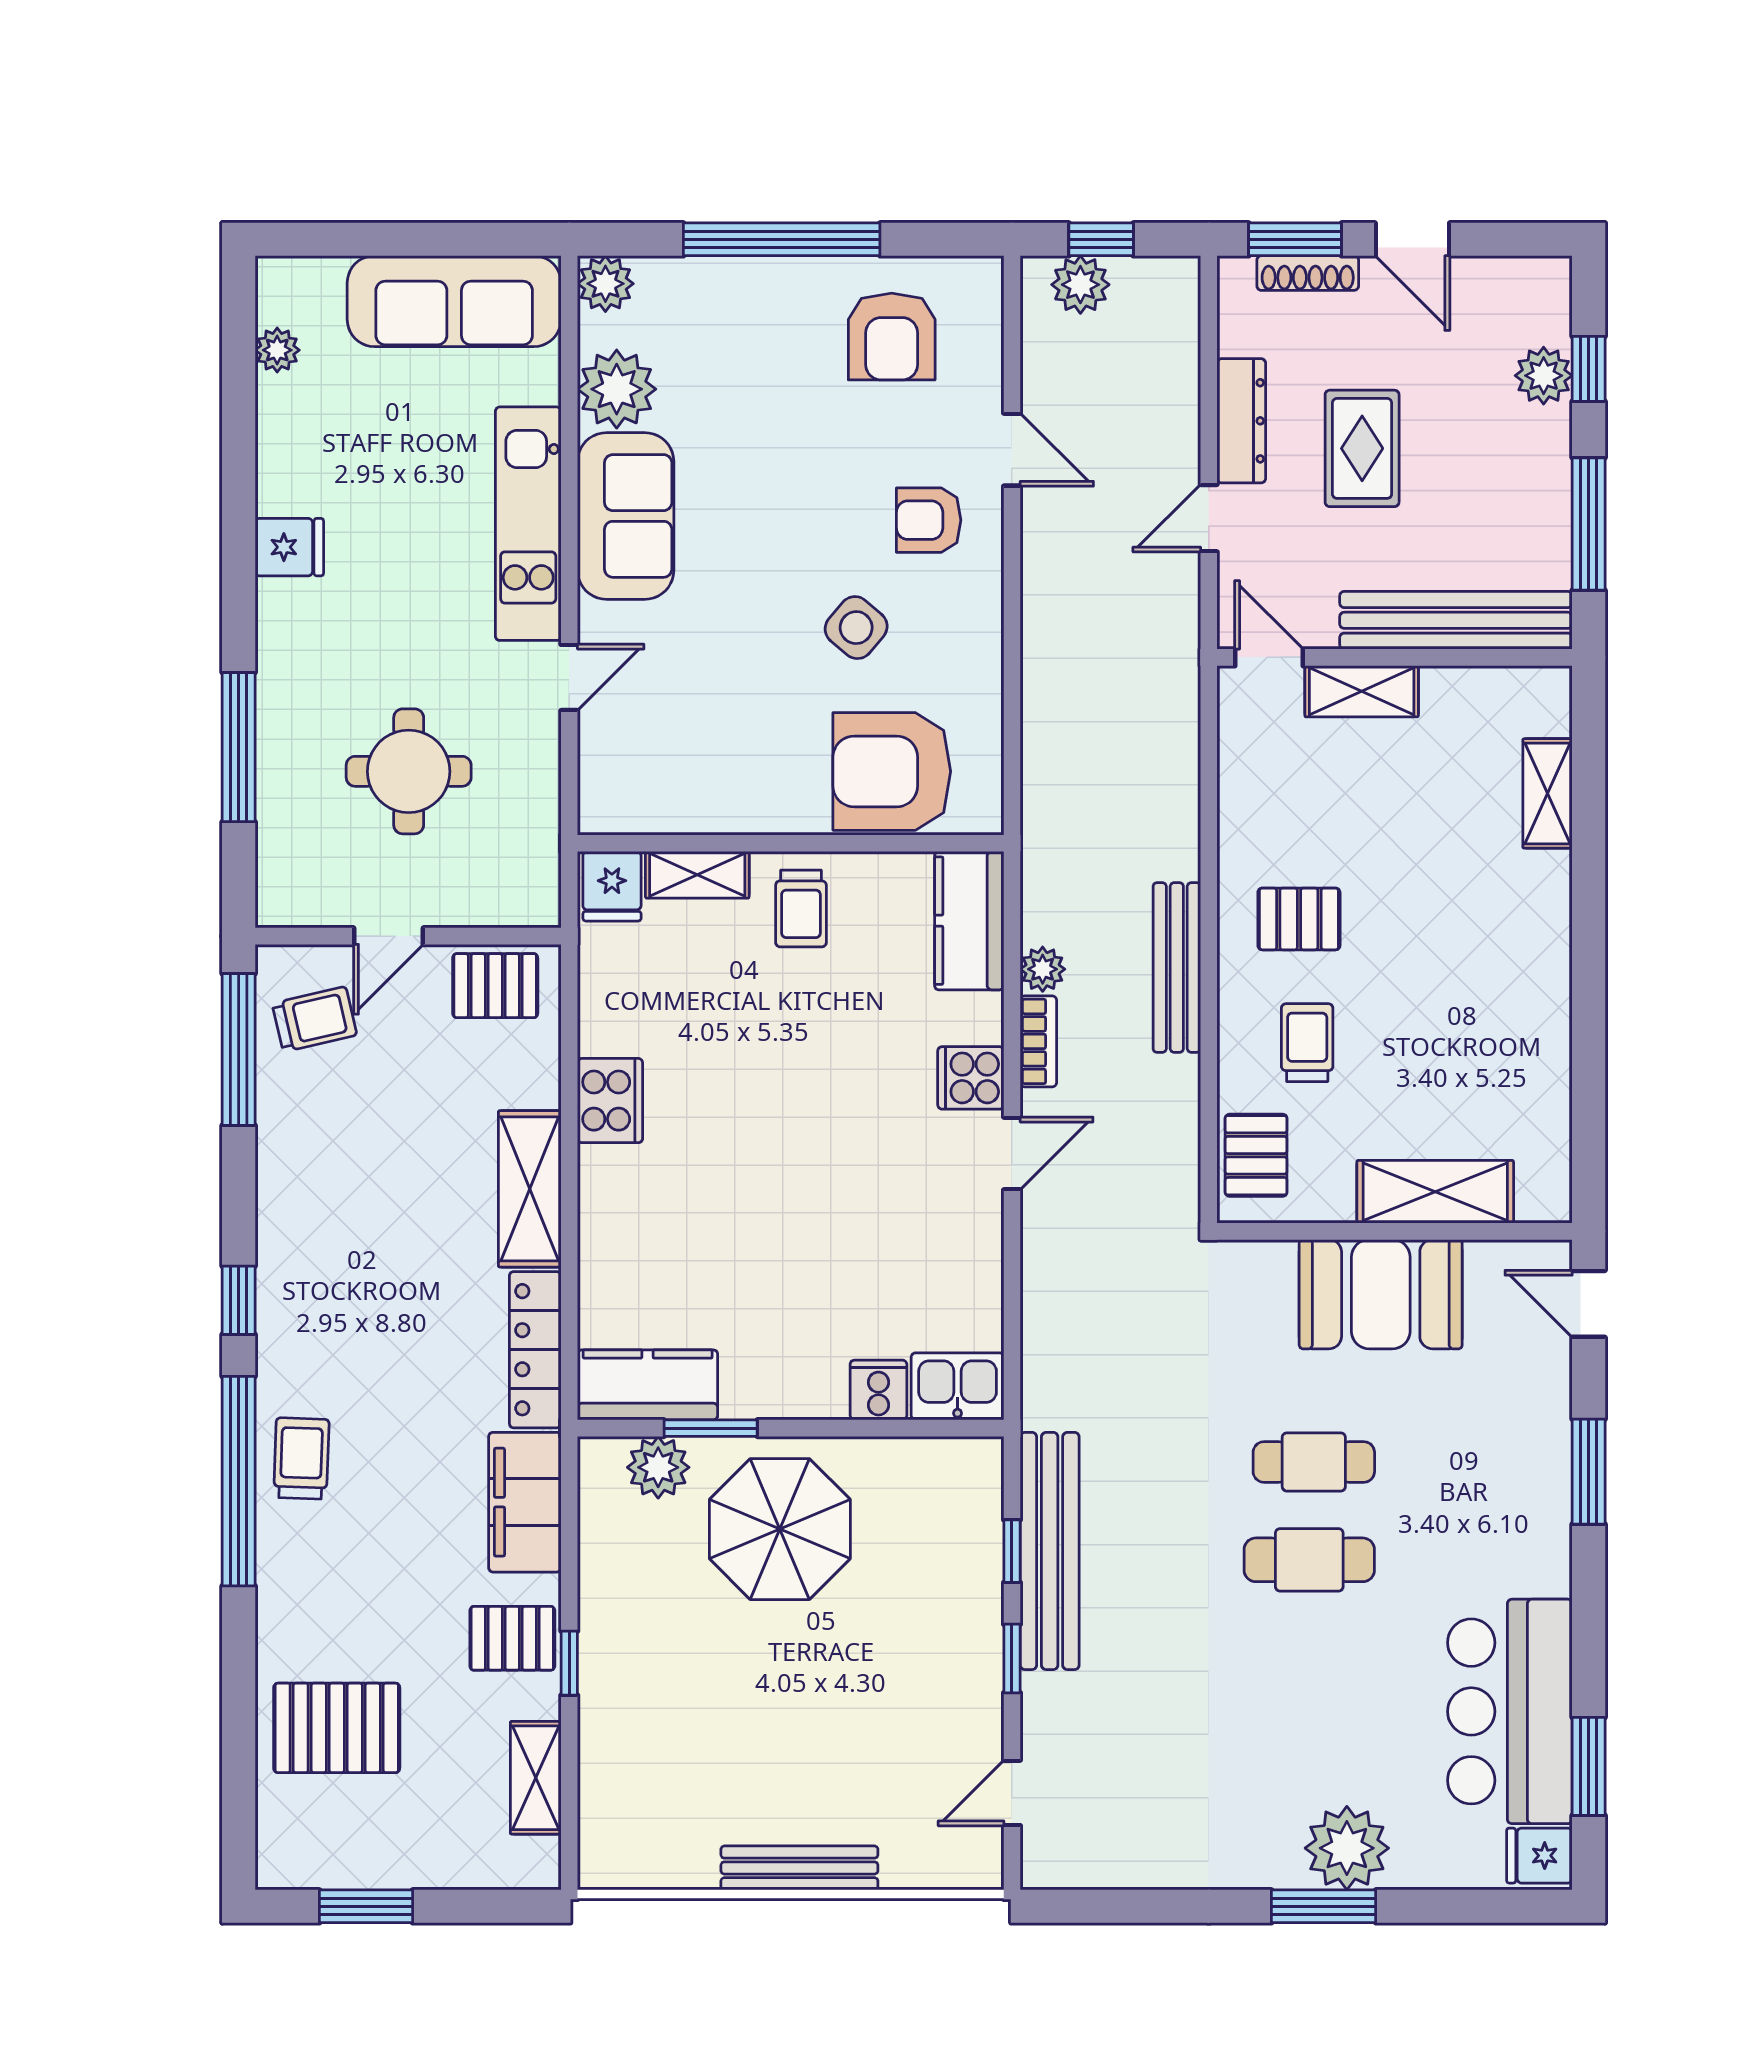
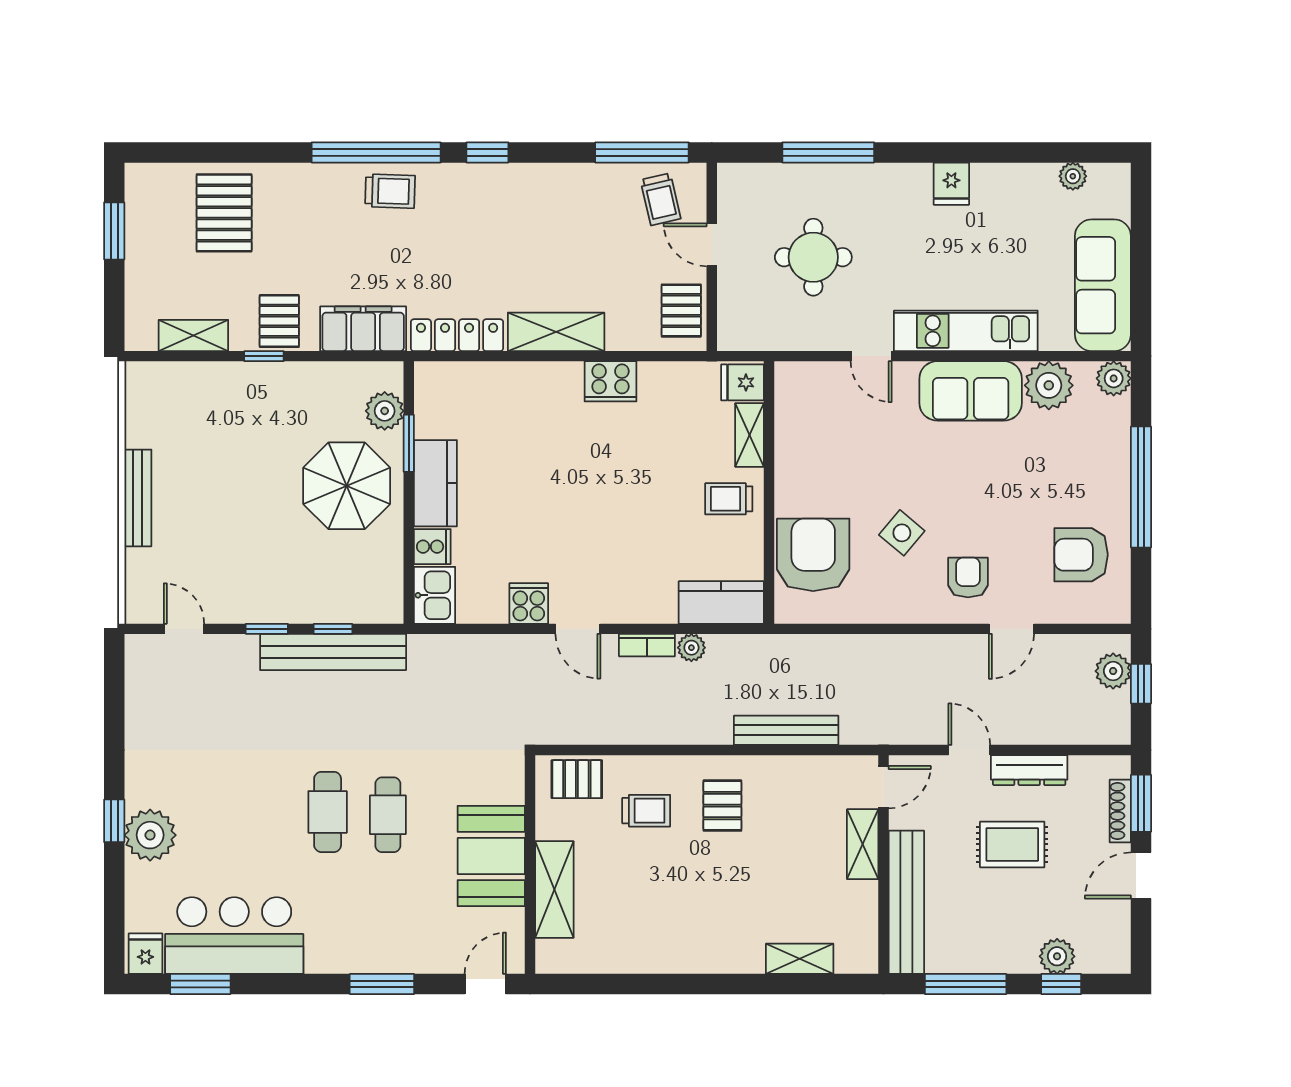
bench: (1177, 967) -> (786, 730), moved
cooker: (971, 1078) -> (529, 603), moved
kitchen counter: (648, 1385) -> (435, 483), moved
window: (1324, 1906) -> (114, 821), width x0.67

